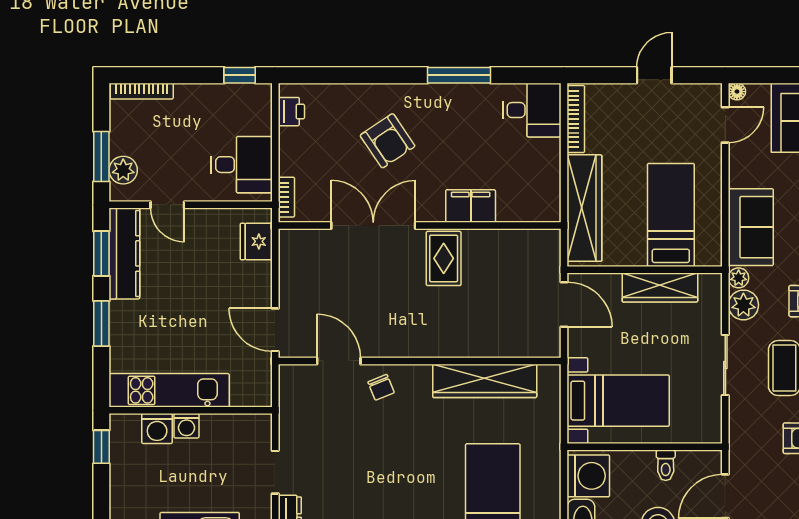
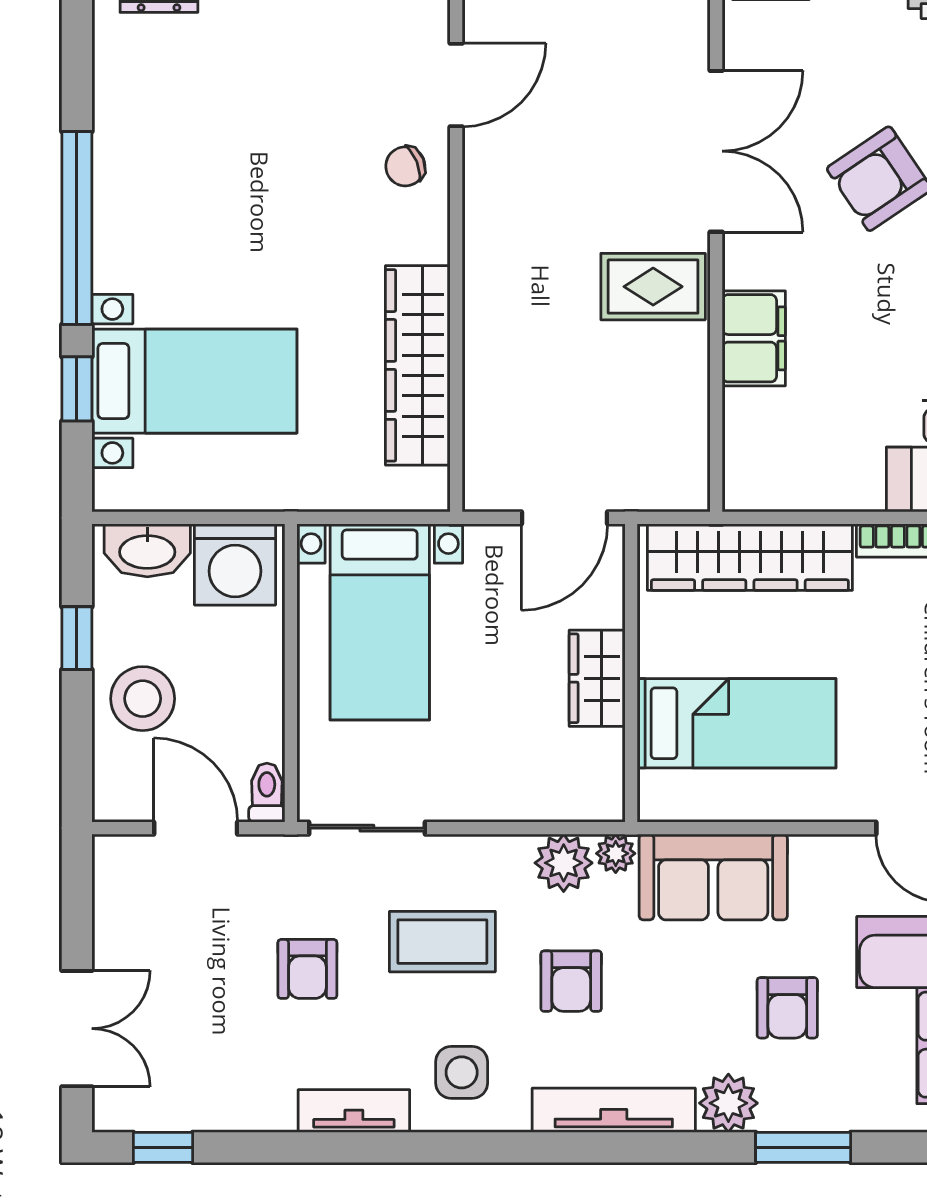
wardrobe: (660, 288) -> (597, 678), width x0.67
sliding door: (725, 365) -> (367, 828), moved
toilet: (666, 465) -> (267, 793), moved, turned 90

